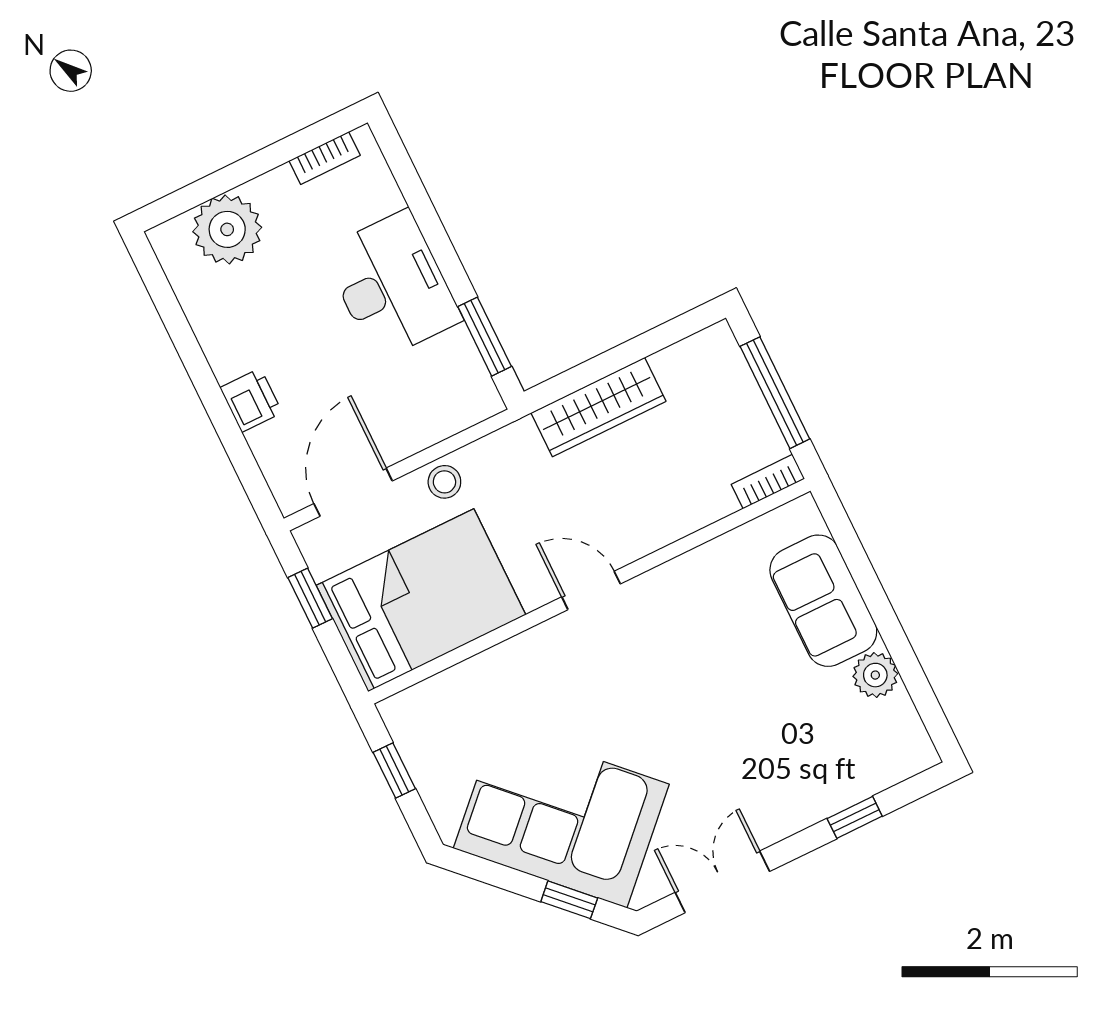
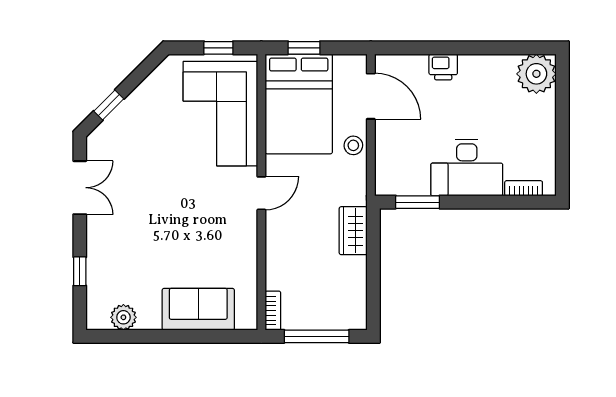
bookcase: (325, 158) -> (524, 188), moved, turned 90
plant: (227, 229) -> (536, 74), moved
wardrobe: (598, 407) -> (353, 231), width x0.67
window: (310, 598) -> (304, 48), moved
plant: (875, 675) -> (123, 317), moved
corner sofa: (561, 816) -> (220, 114), moved, turned 135

